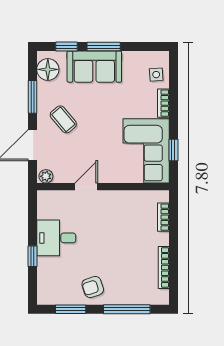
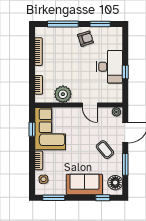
window: (104, 47) -> (54, 198), moved
door: (86, 187) -> (90, 105), hinge flipped
plant: (127, 203) -> (63, 94), added
desk: (56, 238) -> (110, 67), width x1.37
window: (32, 256) -> (125, 72), moved

